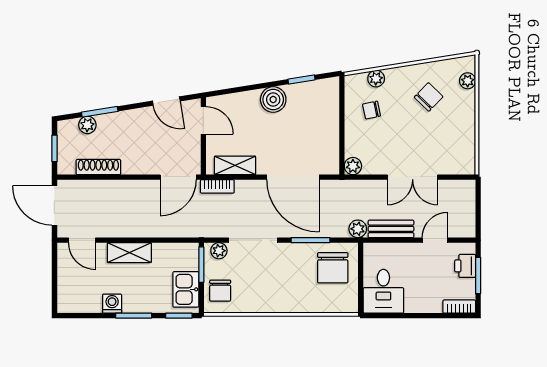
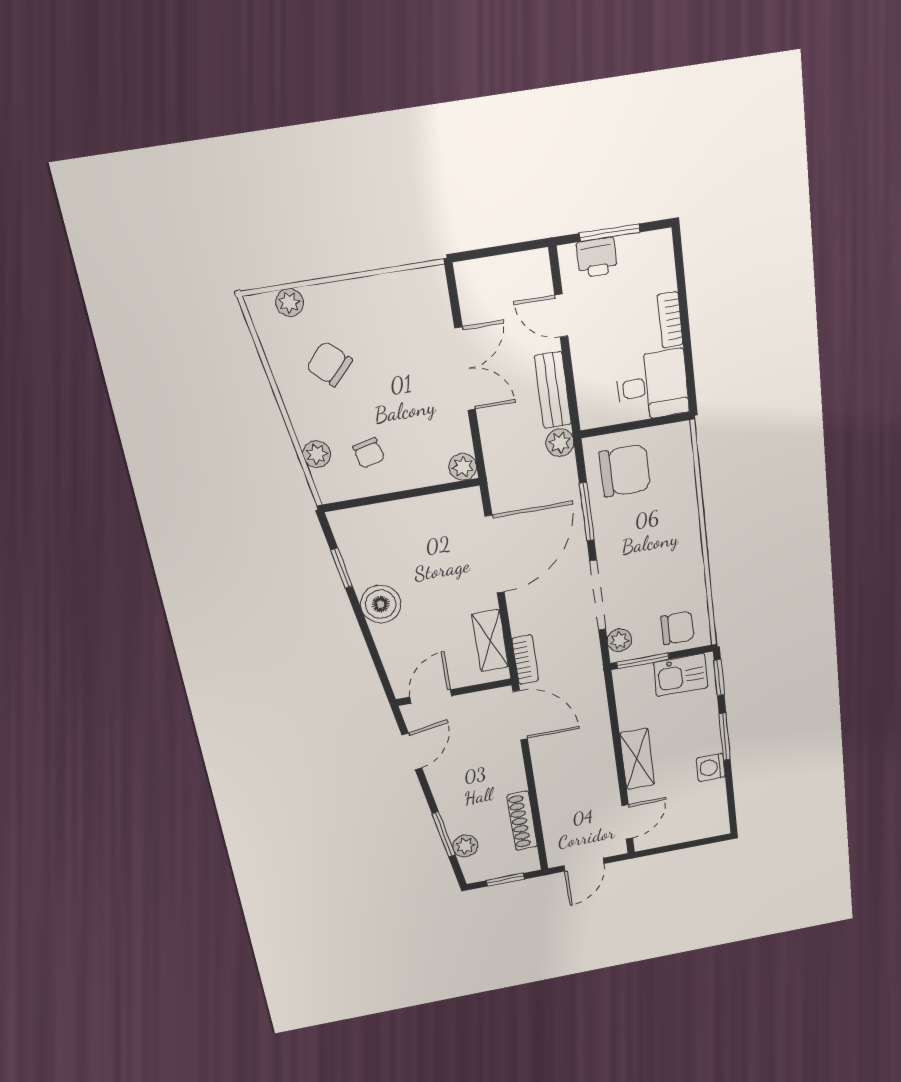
door: (54, 205) -> (584, 865), width x0.73
bookcase: (459, 307) -> (670, 320), moved

